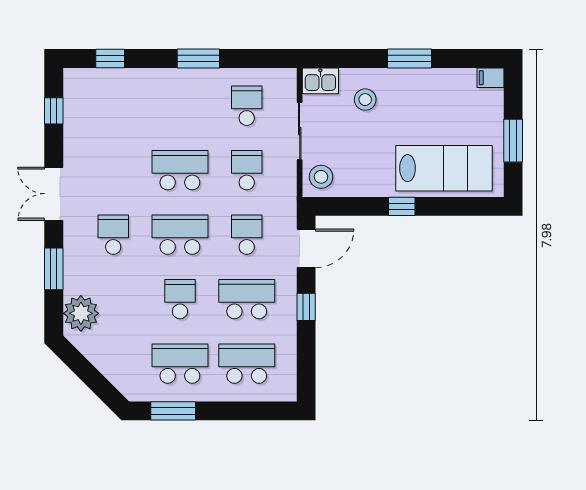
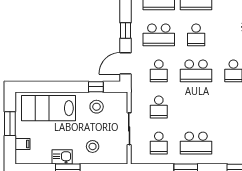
filing cabinet: (490, 78) -> (23, 144), moved
kitchen sink: (320, 81) -> (62, 157), moved
school desk: (180, 170) -> (196, 143), moved
stool: (321, 177) -> (97, 107), moved
window: (402, 206) -> (96, 87), moved

